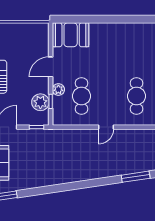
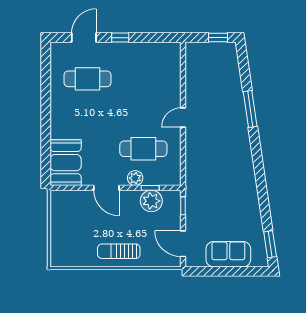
cafe table: (136, 96) -> (87, 79), moved
door: (106, 127) -> (183, 118), swing flipped
window: (136, 177) -> (250, 109), moved

